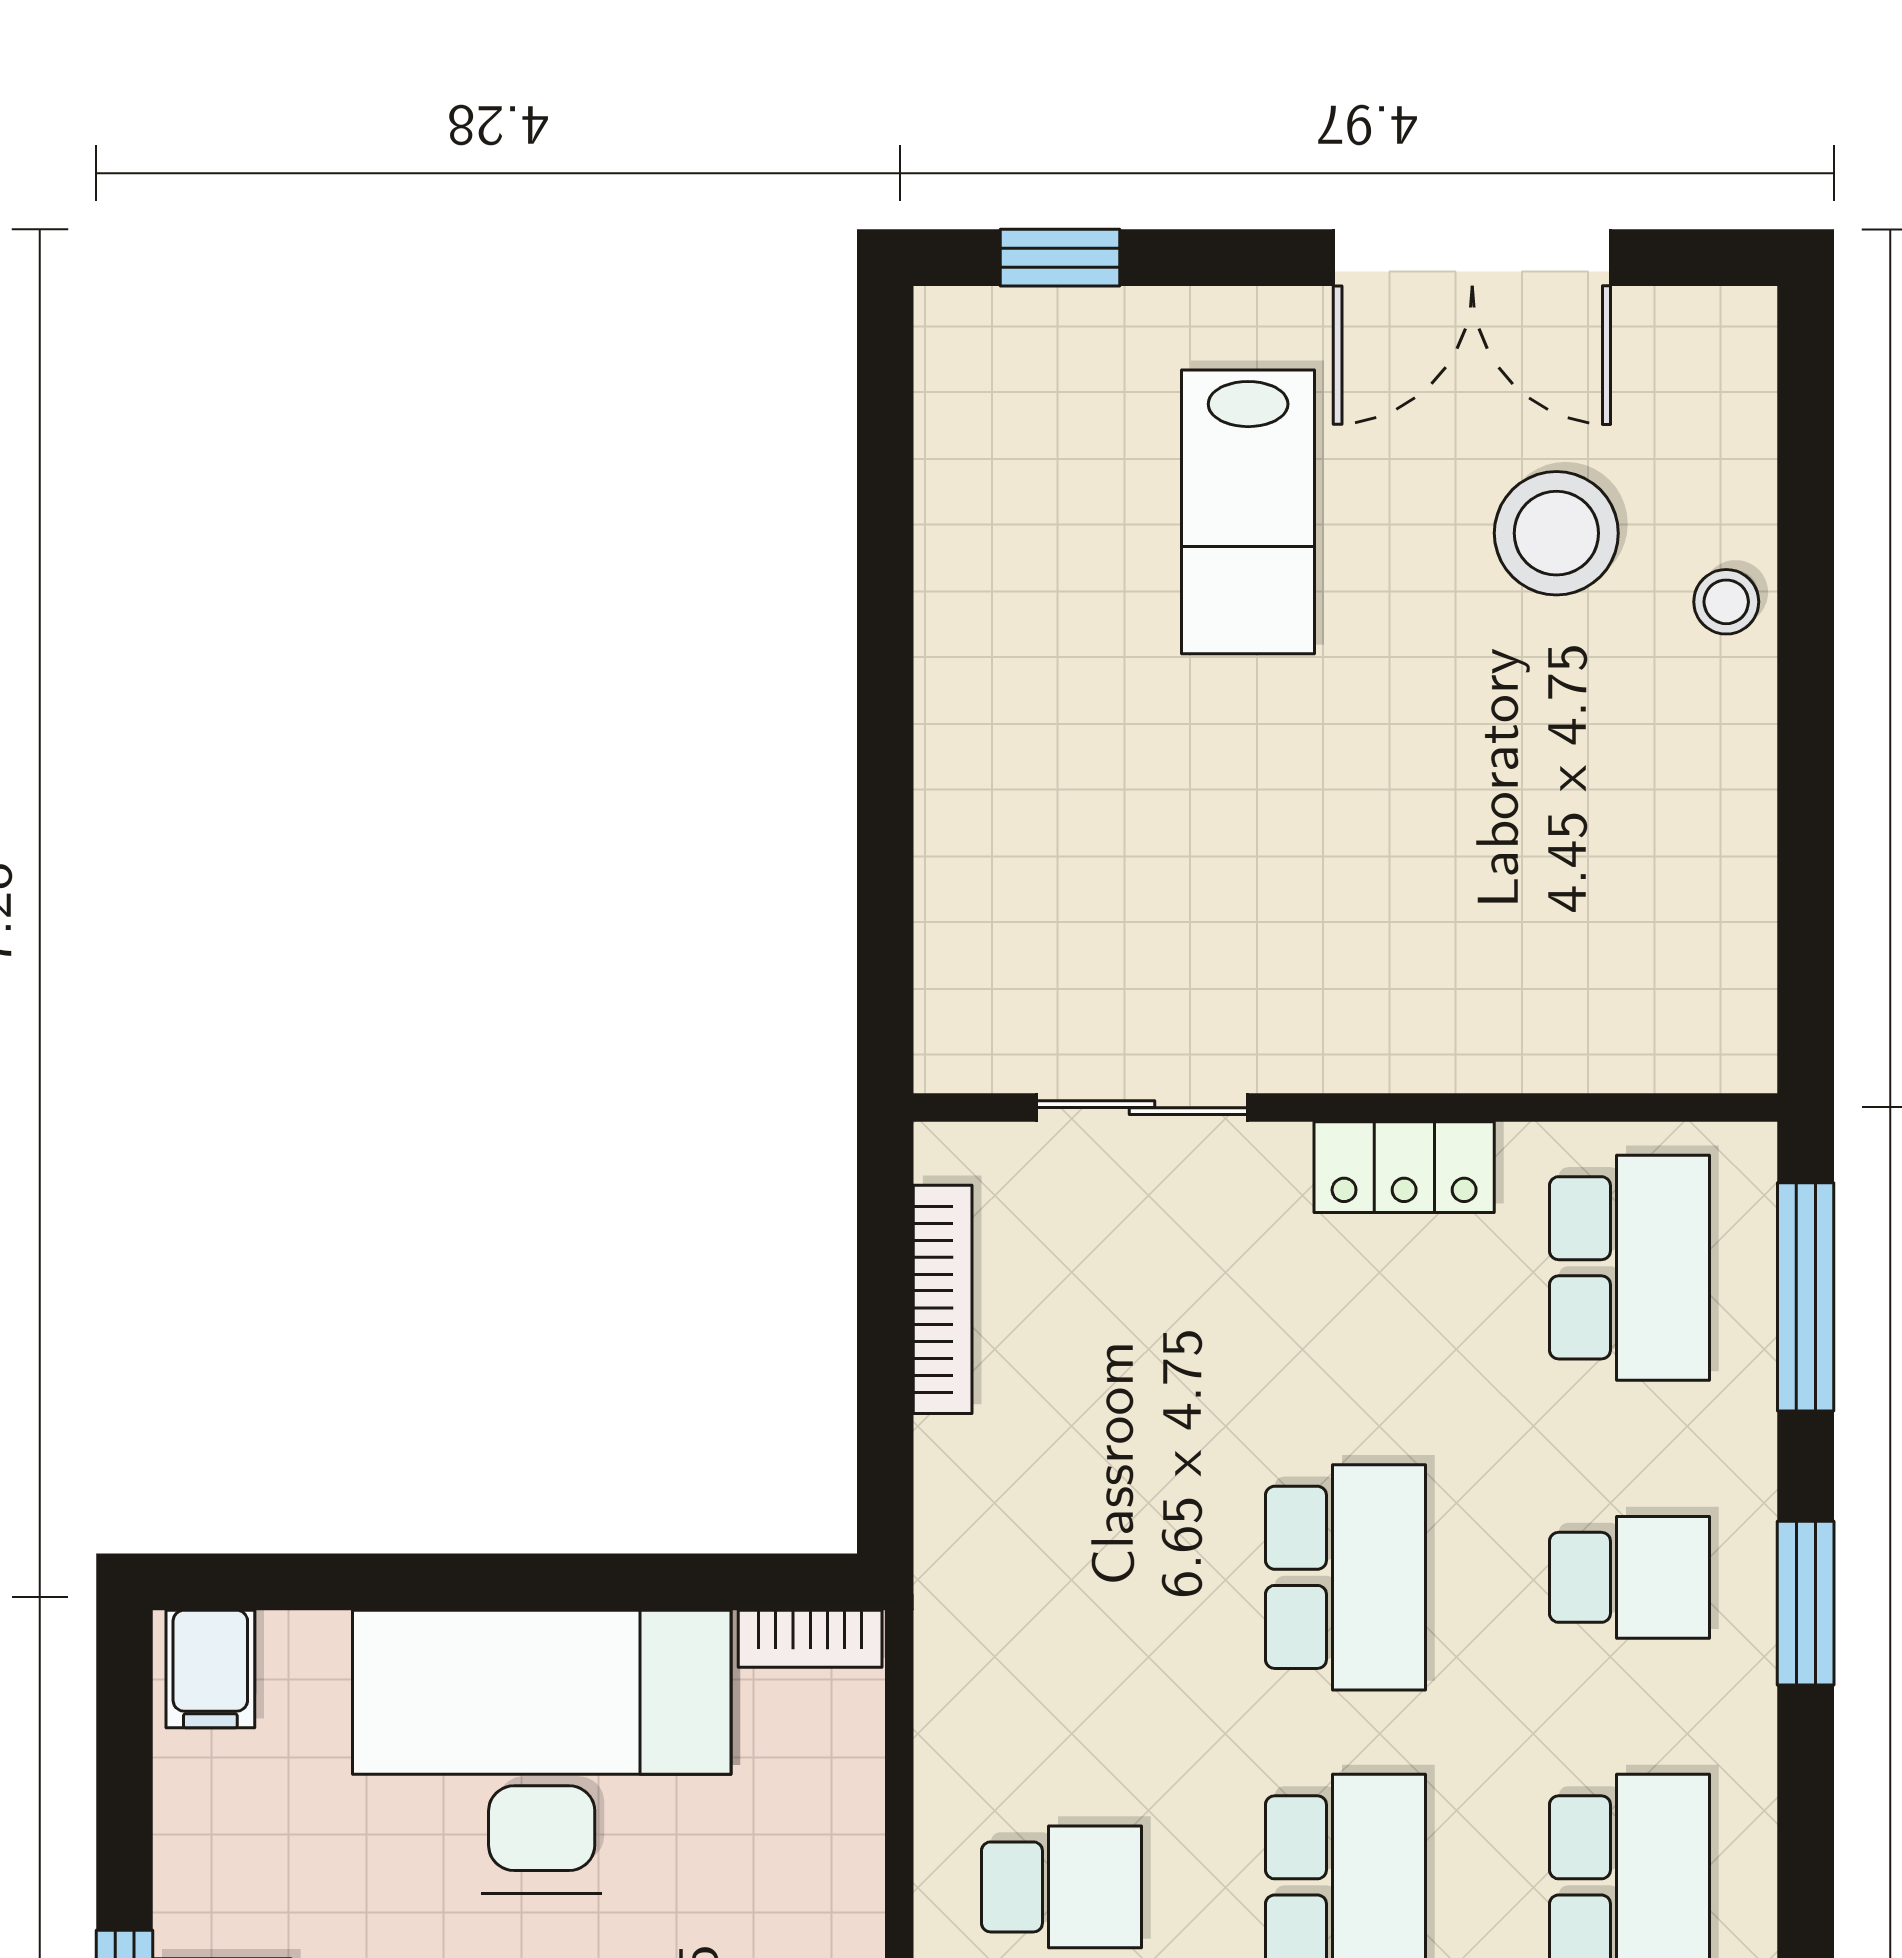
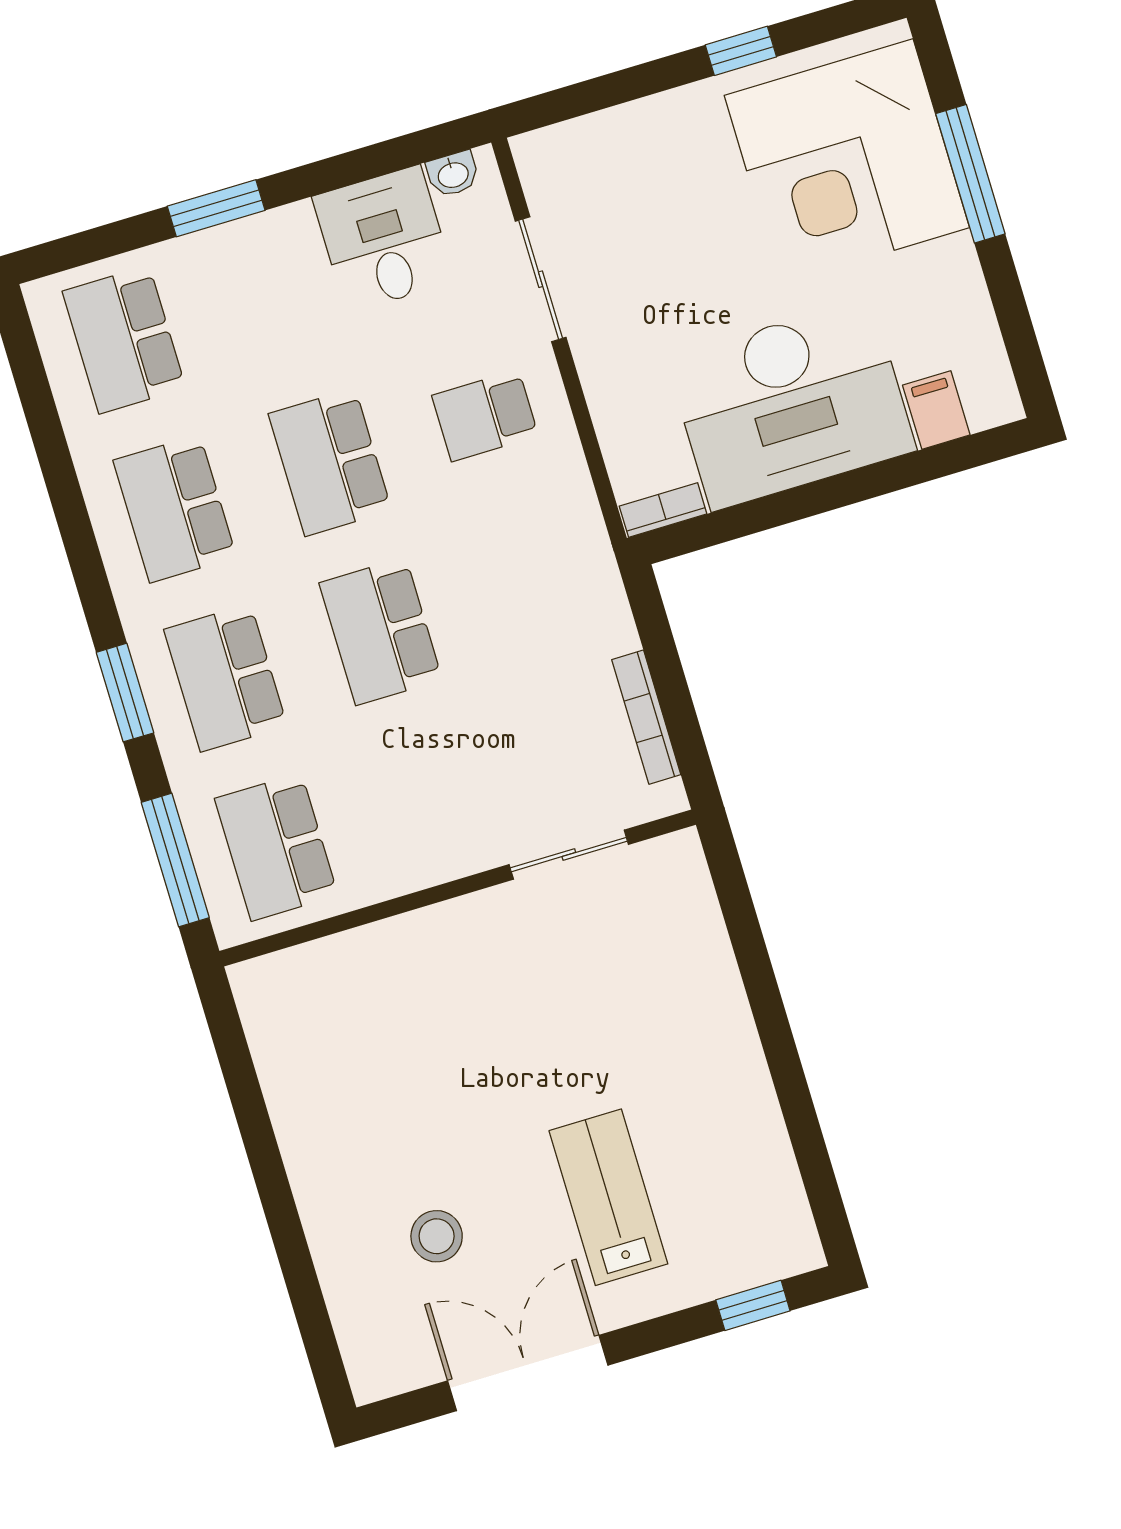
stool: (1556, 533) -> (437, 1236), width x0.73, depth x0.73
stool: (1726, 602) -> (333, 1227), removed
locker: (1404, 1167) -> (416, 865), removed
school desk: (1629, 1577) -> (226, 678), width x1.85
filing cabinet: (210, 1669) -> (936, 410), moved

